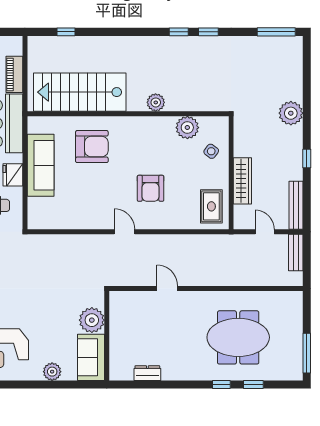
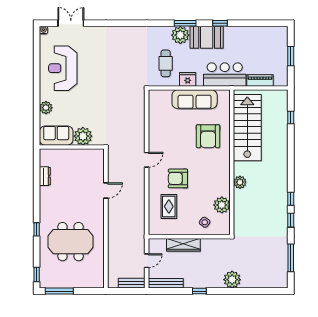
window: (276, 32) -> (291, 258), moved
rug: (211, 206) -> (169, 206), moved, turned 90
meeting table: (238, 337) -> (71, 242), turned 90
window: (253, 384) -> (37, 274), moved

